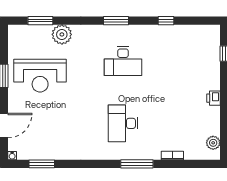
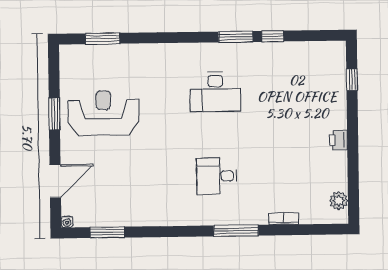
window: (116, 21) -> (236, 37), moved
plant: (62, 34) -> (132, 57), removed
reception desk: (40, 76) -> (103, 113), turned 180
desk: (123, 123) -> (217, 176), width x0.73

